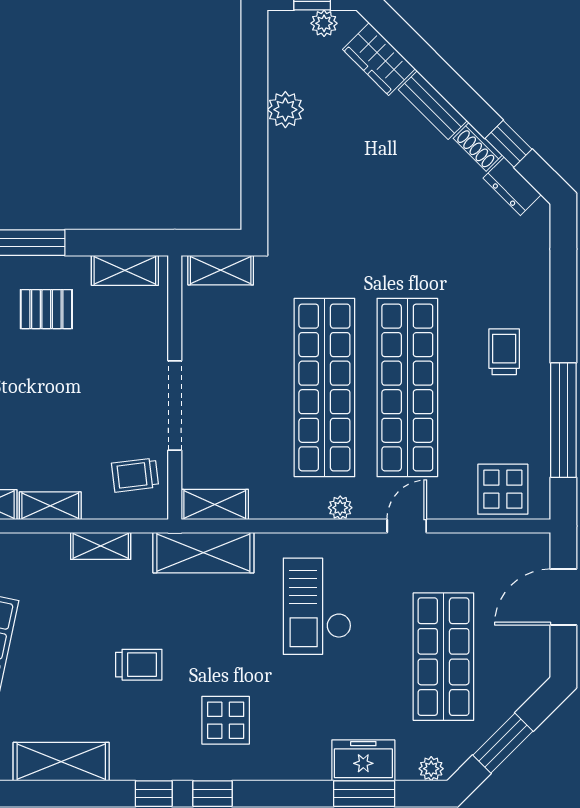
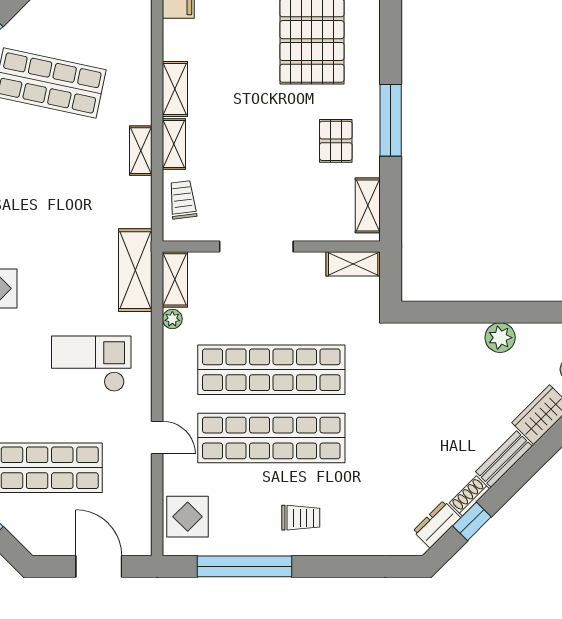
shelving: (221, 270) -> (353, 264), moved, turned 90
trolley: (135, 475) -> (183, 200), moved
plant: (340, 508) -> (172, 319), moved
shelving: (101, 546) -> (141, 151), moved
trolley: (139, 665) -> (43, 217), removed

